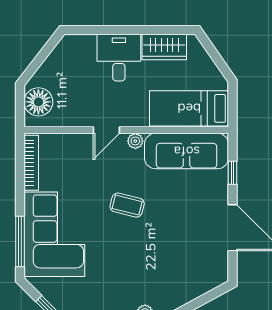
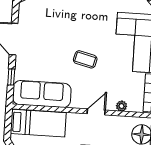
plant: (135, 141) -> (122, 106), moved

